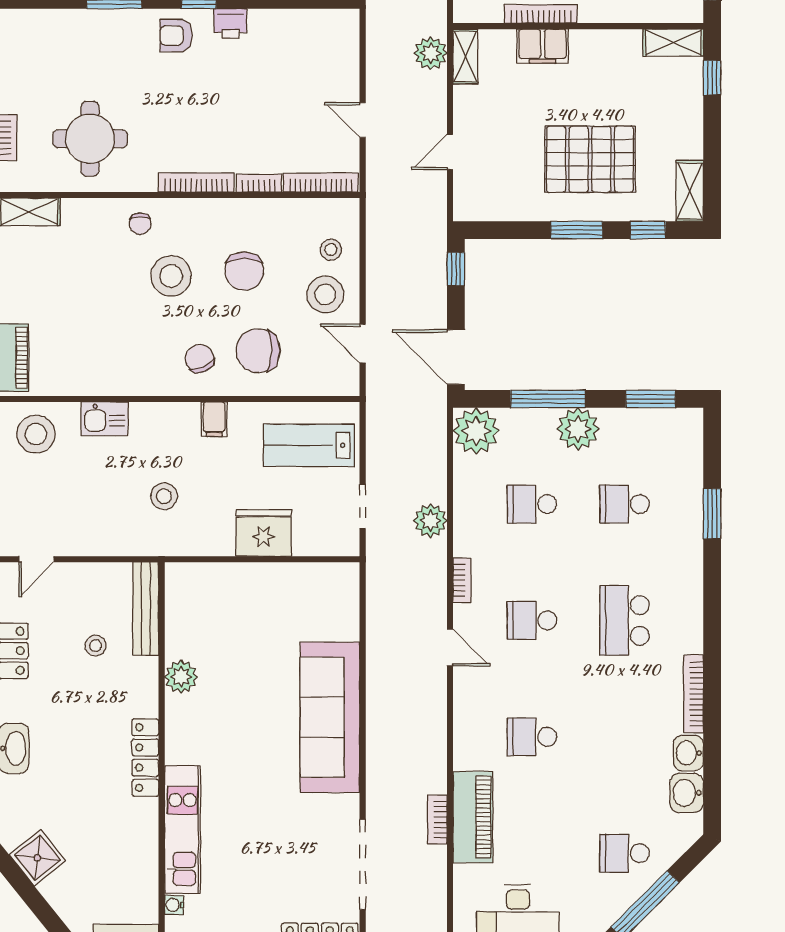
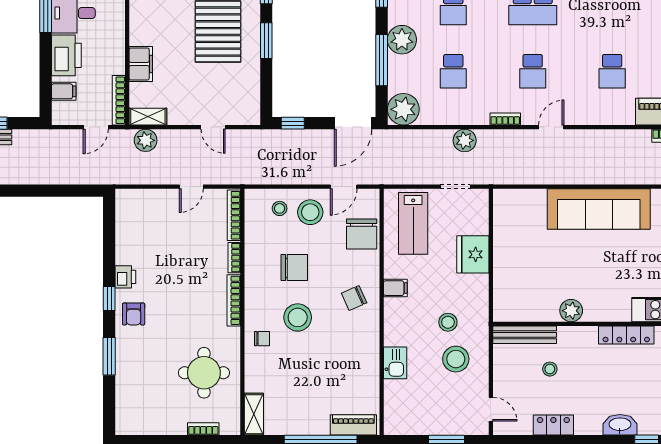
bookcase: (541, 14) -> (119, 100), moved
chair: (258, 351) -> (362, 234), moved
stool: (36, 434) -> (456, 359), moved

